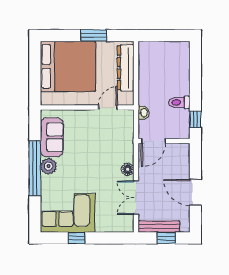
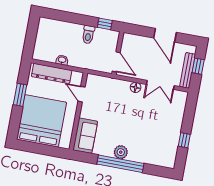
washbasin: (144, 113) -> (62, 60), moved
sofa: (52, 137) -> (85, 136), moved, turned 90
door: (195, 192) -> (165, 35), hinge flipped
corner sofa: (68, 213) -> (162, 144), removed

